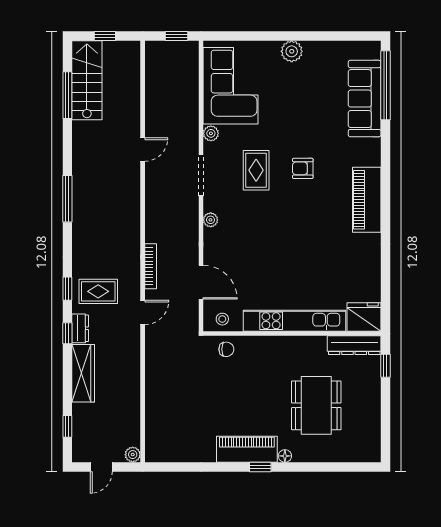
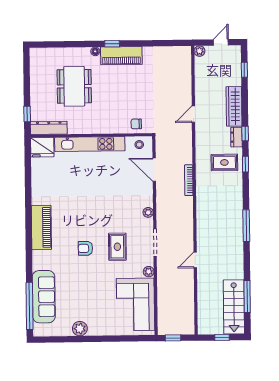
plant: (292, 51) -> (80, 329), moved
armchair: (303, 168) -> (85, 248), turned 180
door: (143, 312) -> (193, 114), moved

